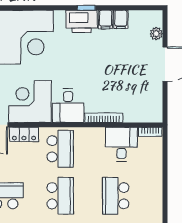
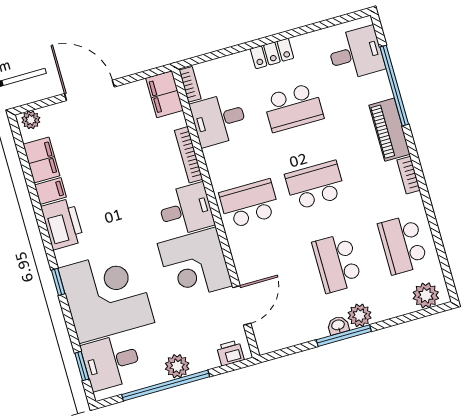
window: (86, 8) -> (58, 282), moved
filing cabinet: (121, 19) -> (41, 160), width x2.00
plant: (156, 34) -> (31, 120), moved
filing cabinet: (148, 113) -> (165, 94), added
locker: (24, 134) -> (272, 53), moved, turned 90

